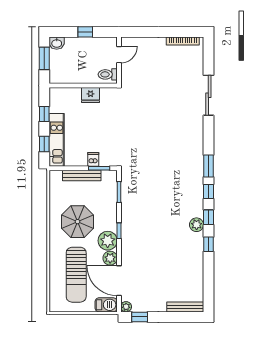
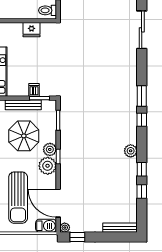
window: (208, 217) -> (142, 191), moved
parasol: (78, 222) -> (24, 136), moved
plant: (110, 258) -> (50, 149), moved

